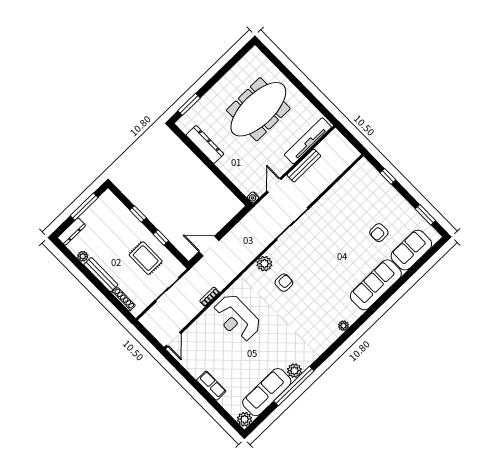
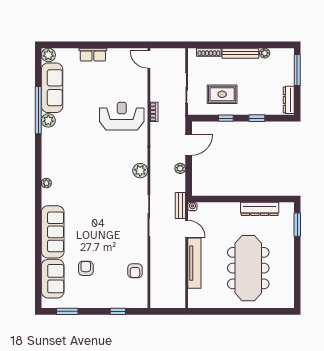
tv unit: (308, 141) -> (194, 263), moved
bench: (304, 165) -> (180, 206), moved, width x0.73
window: (84, 207) -> (297, 70), moved
dresser: (72, 232) -> (289, 100), moved
plant: (233, 235) -> (180, 168), added
armchair: (284, 283) -> (135, 271), moved

